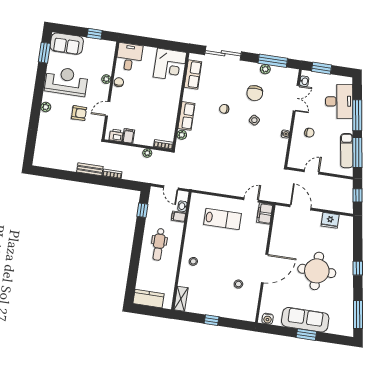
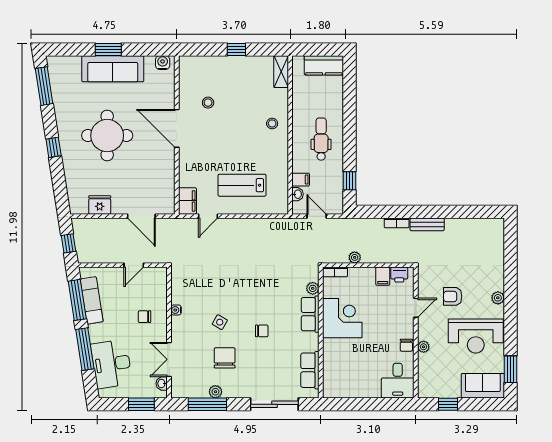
corner desk: (170, 65) -> (342, 318), moved, turned 90
door: (265, 268) -> (177, 128), hinge flipped

